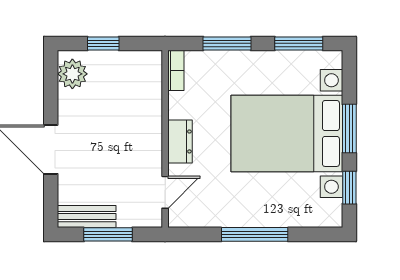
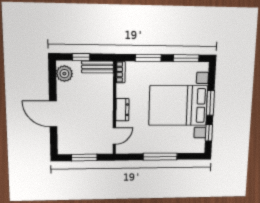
bench: (87, 217) -> (98, 67), moved

